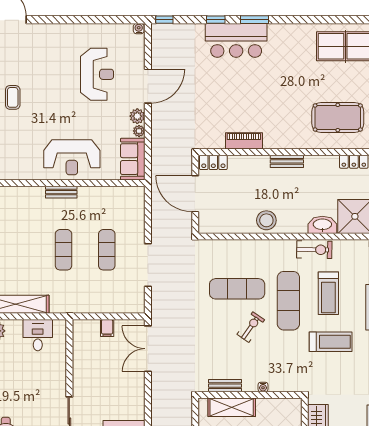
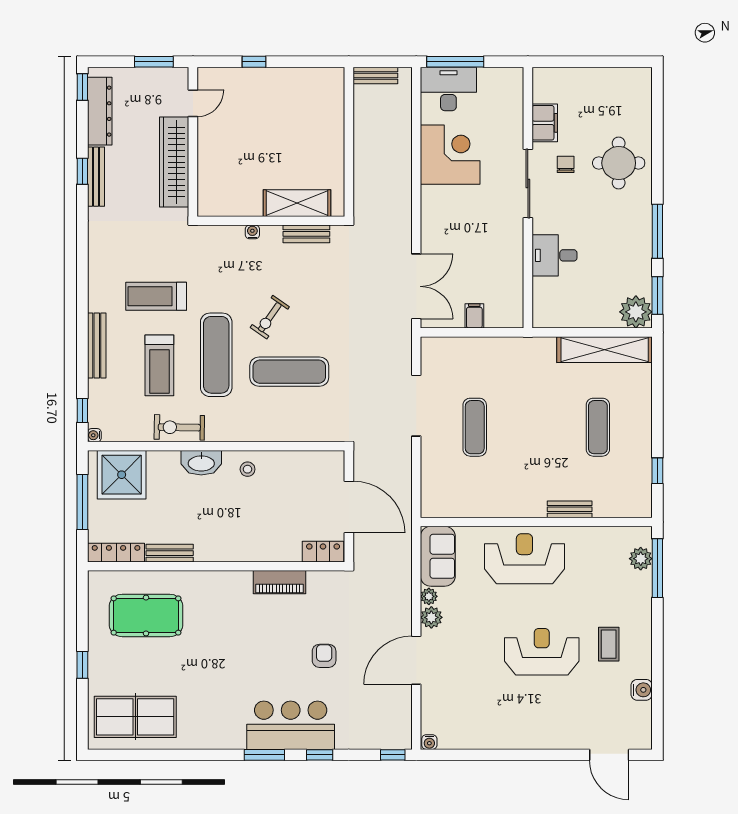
reception desk: (97, 74) -> (542, 652), moved, turned 90
armchair: (213, 89) -> (324, 656), added
bench: (287, 161) -> (170, 553), moved
bench: (61, 192) -> (570, 509), moved
stool: (266, 220) -> (248, 469), width x0.53, depth x0.53
washbasin: (322, 225) -> (201, 463), moved
exercise mat: (64, 250) -> (598, 427), moved
treadmill: (328, 293) -> (159, 365), turned 180
desk: (38, 335) -> (554, 255), moved, turned 90

